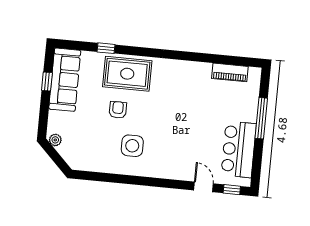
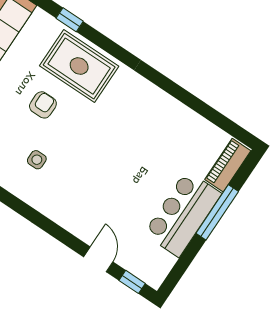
piano: (230, 72) -> (228, 165), moved, turned 90
side table: (132, 146) -> (37, 160), width x0.54, depth x0.54
bar counter: (239, 149) -> (183, 214), moved

